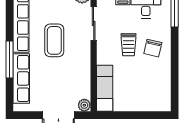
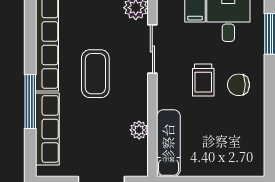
chair: (153, 48) -> (238, 85), turned 77
plant: (84, 105) -> (139, 130), moved

